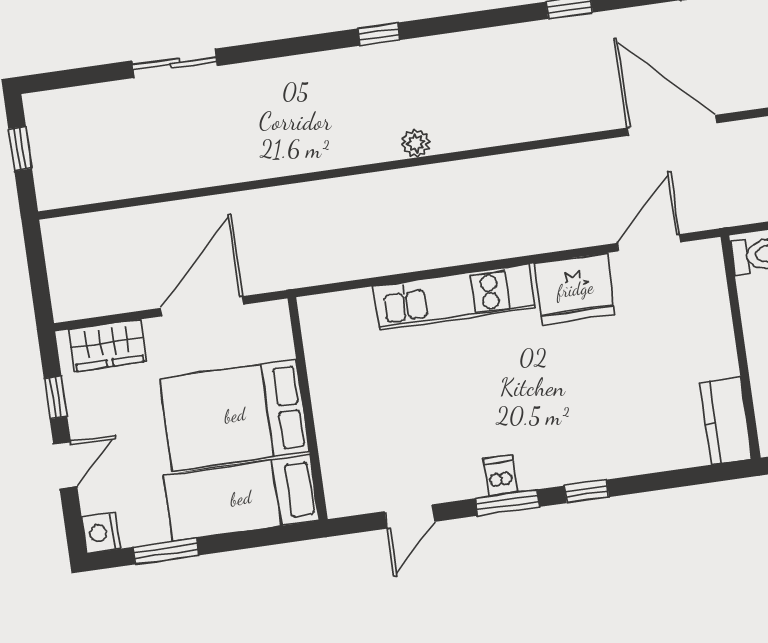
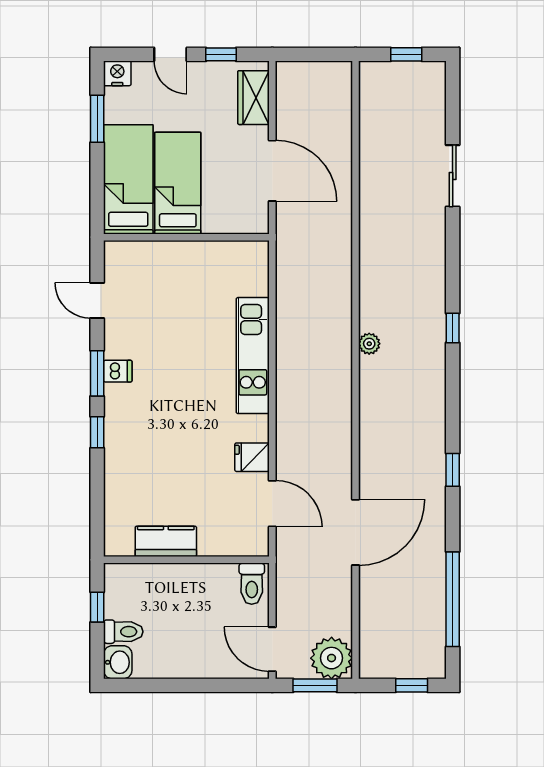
fridge: (575, 289) -> (252, 457), width x0.53, depth x0.75
bed: (235, 415) -> (178, 183), width x0.67
kitchen counter: (726, 421) -> (166, 541), moved

